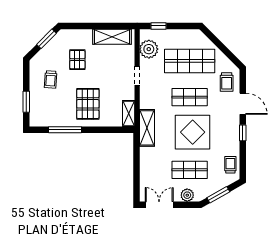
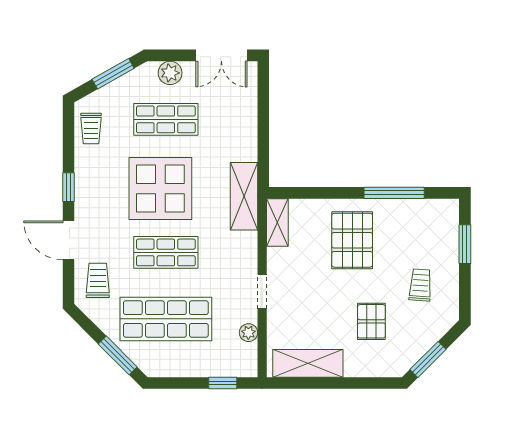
window: (216, 41) -> (118, 355), added
plant: (149, 49) -> (248, 333), width x0.53, depth x0.53

